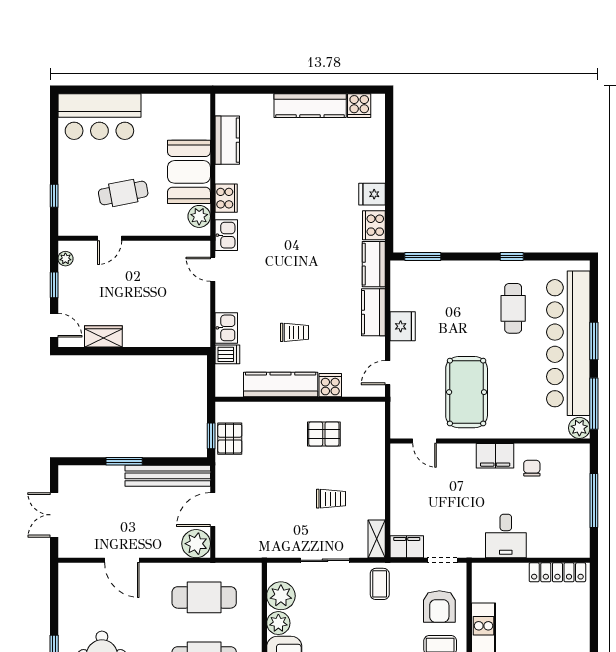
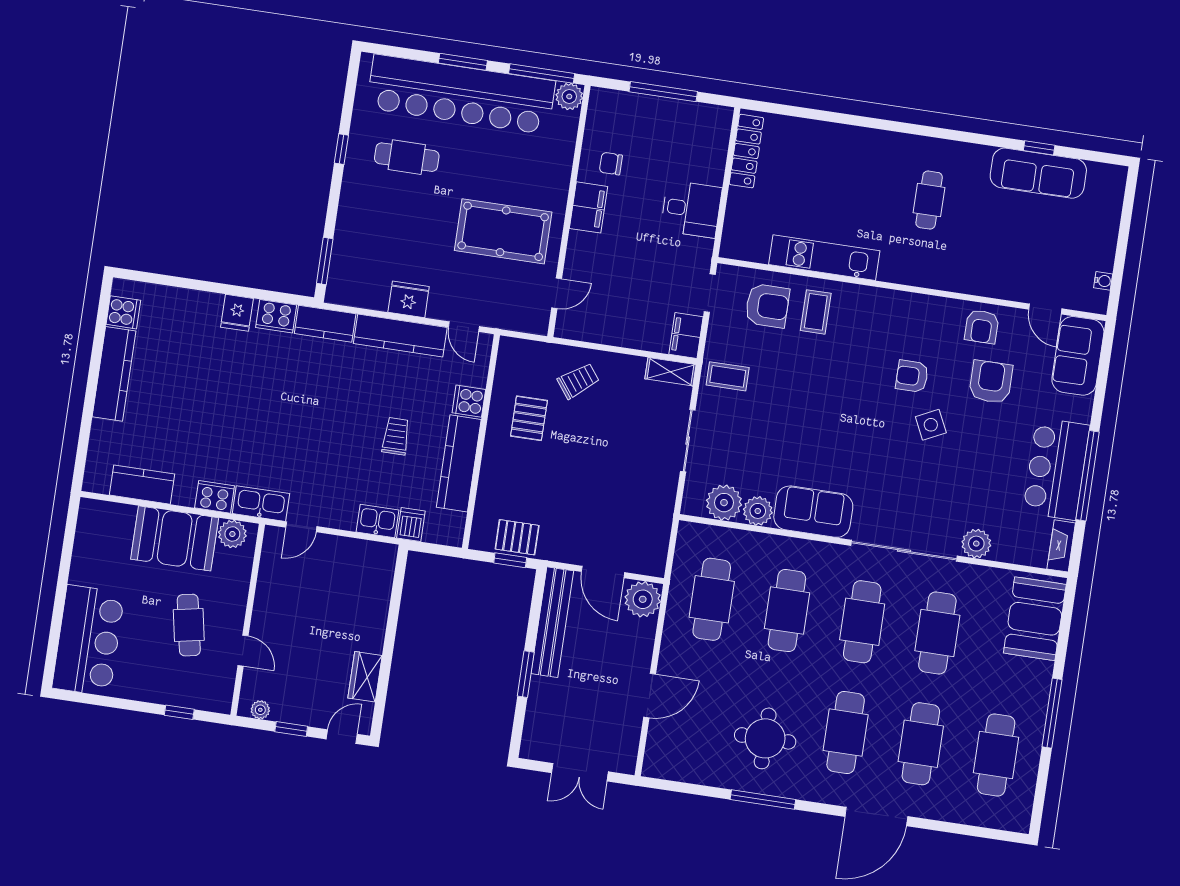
kitchen sink: (226, 235) -> (261, 504), width x1.38
kitchen counter: (373, 312) -> (400, 336), width x1.50
trolley: (331, 499) -> (578, 381), moved, turned 53

